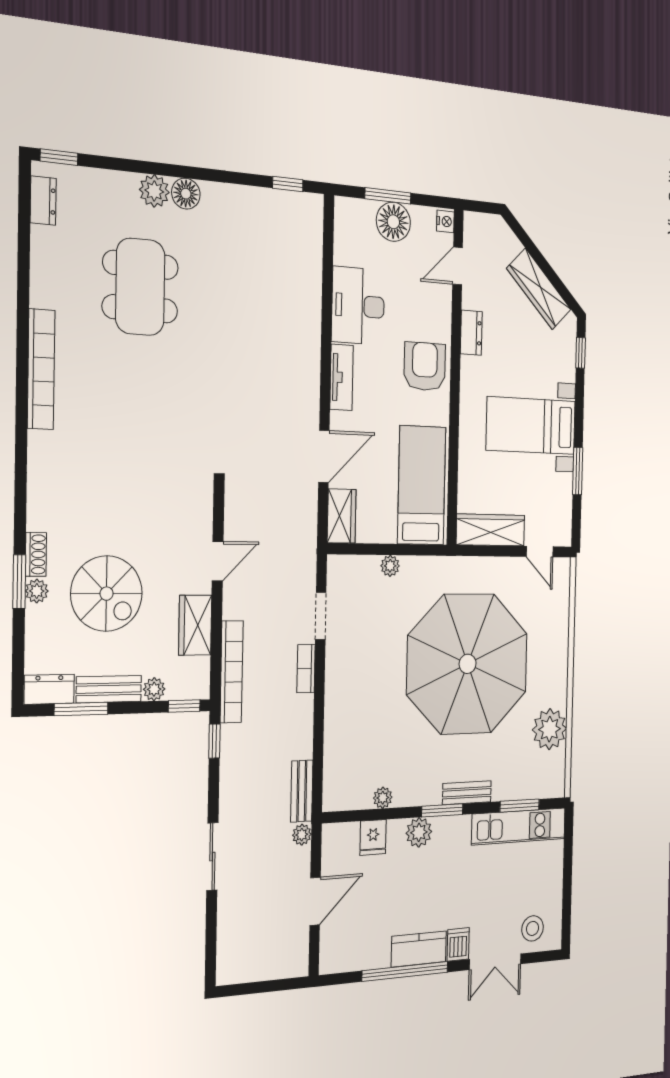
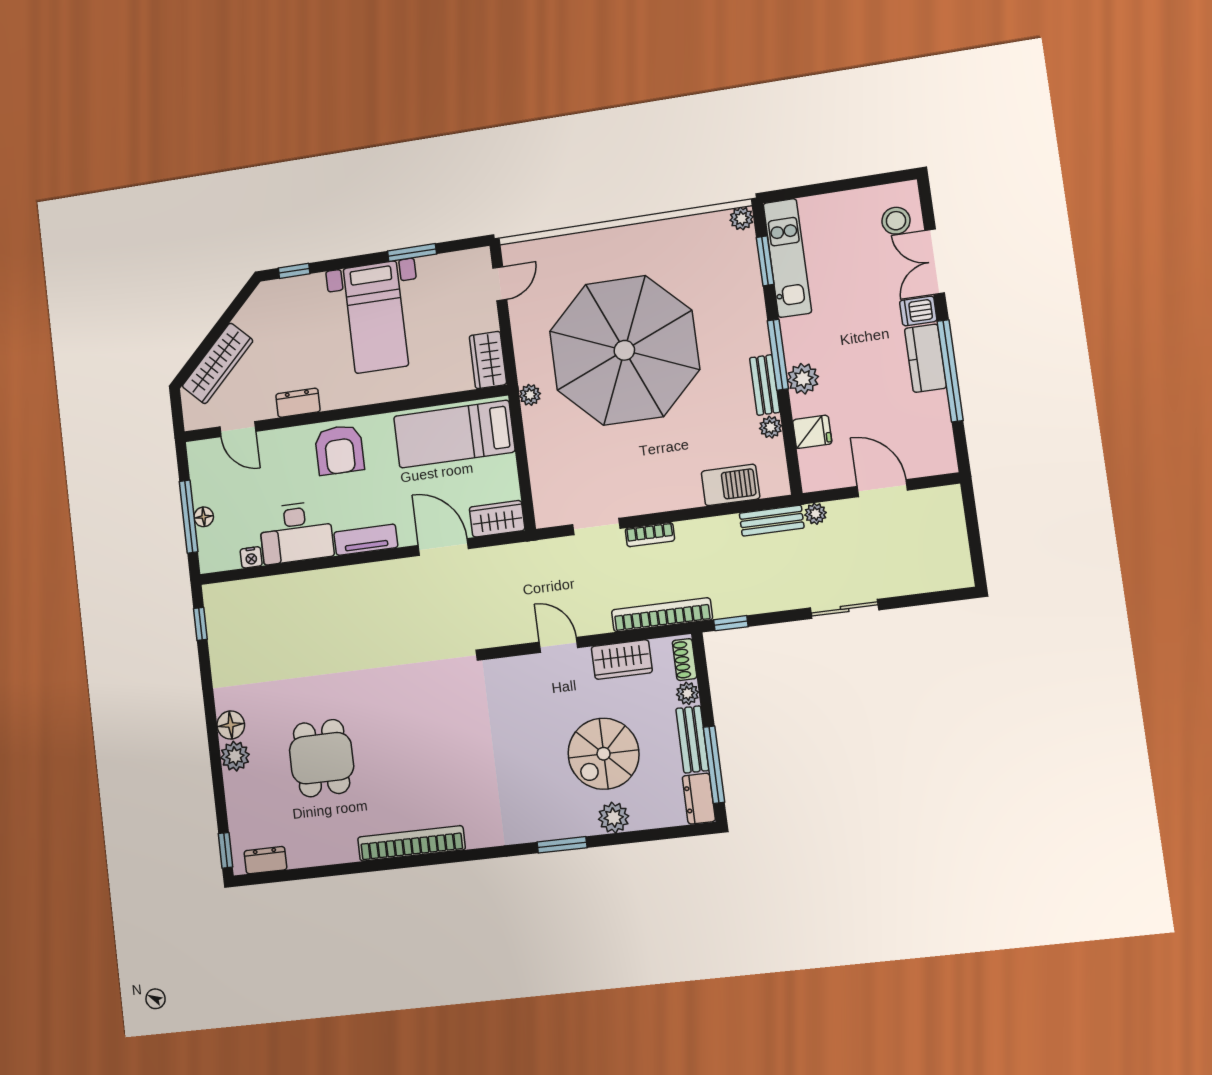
window: (388, 196) -> (189, 517), width x1.44
nightstand: (445, 221) -> (251, 557), moved, turned 180
floor lamp: (393, 222) -> (204, 517), width x0.53, depth x0.53
dining table: (140, 287) -> (322, 758), width x0.73
wardrobe: (539, 289) -> (218, 363), moved
armchair: (425, 366) -> (339, 450), turned -90
wardrobe: (491, 530) -> (488, 360), width x0.67
shoe rack: (36, 554) -> (684, 660), moved, turned -90
plant: (390, 566) -> (530, 395), moved
window: (19, 582) -> (562, 845), moved
plant: (37, 591) -> (614, 818), width x1.38, depth x1.38
spiral stairs: (107, 594) -> (604, 754), turned 180
window: (184, 706) -> (700, 660), removed
window: (81, 709) -> (714, 765), width x1.44
plant: (550, 729) -> (742, 218), moved, width x0.53, depth x0.53
barbecue: (339, 754) -> (731, 485), added
bench: (467, 793) -> (765, 385), moved
window: (442, 810) -> (778, 355), width x1.44
double door: (495, 962) -> (935, 262), swing flipped

